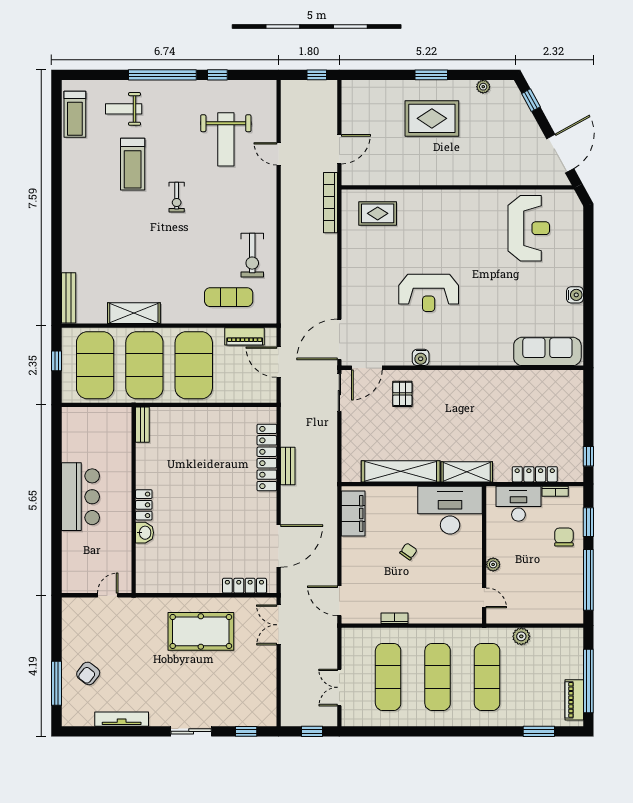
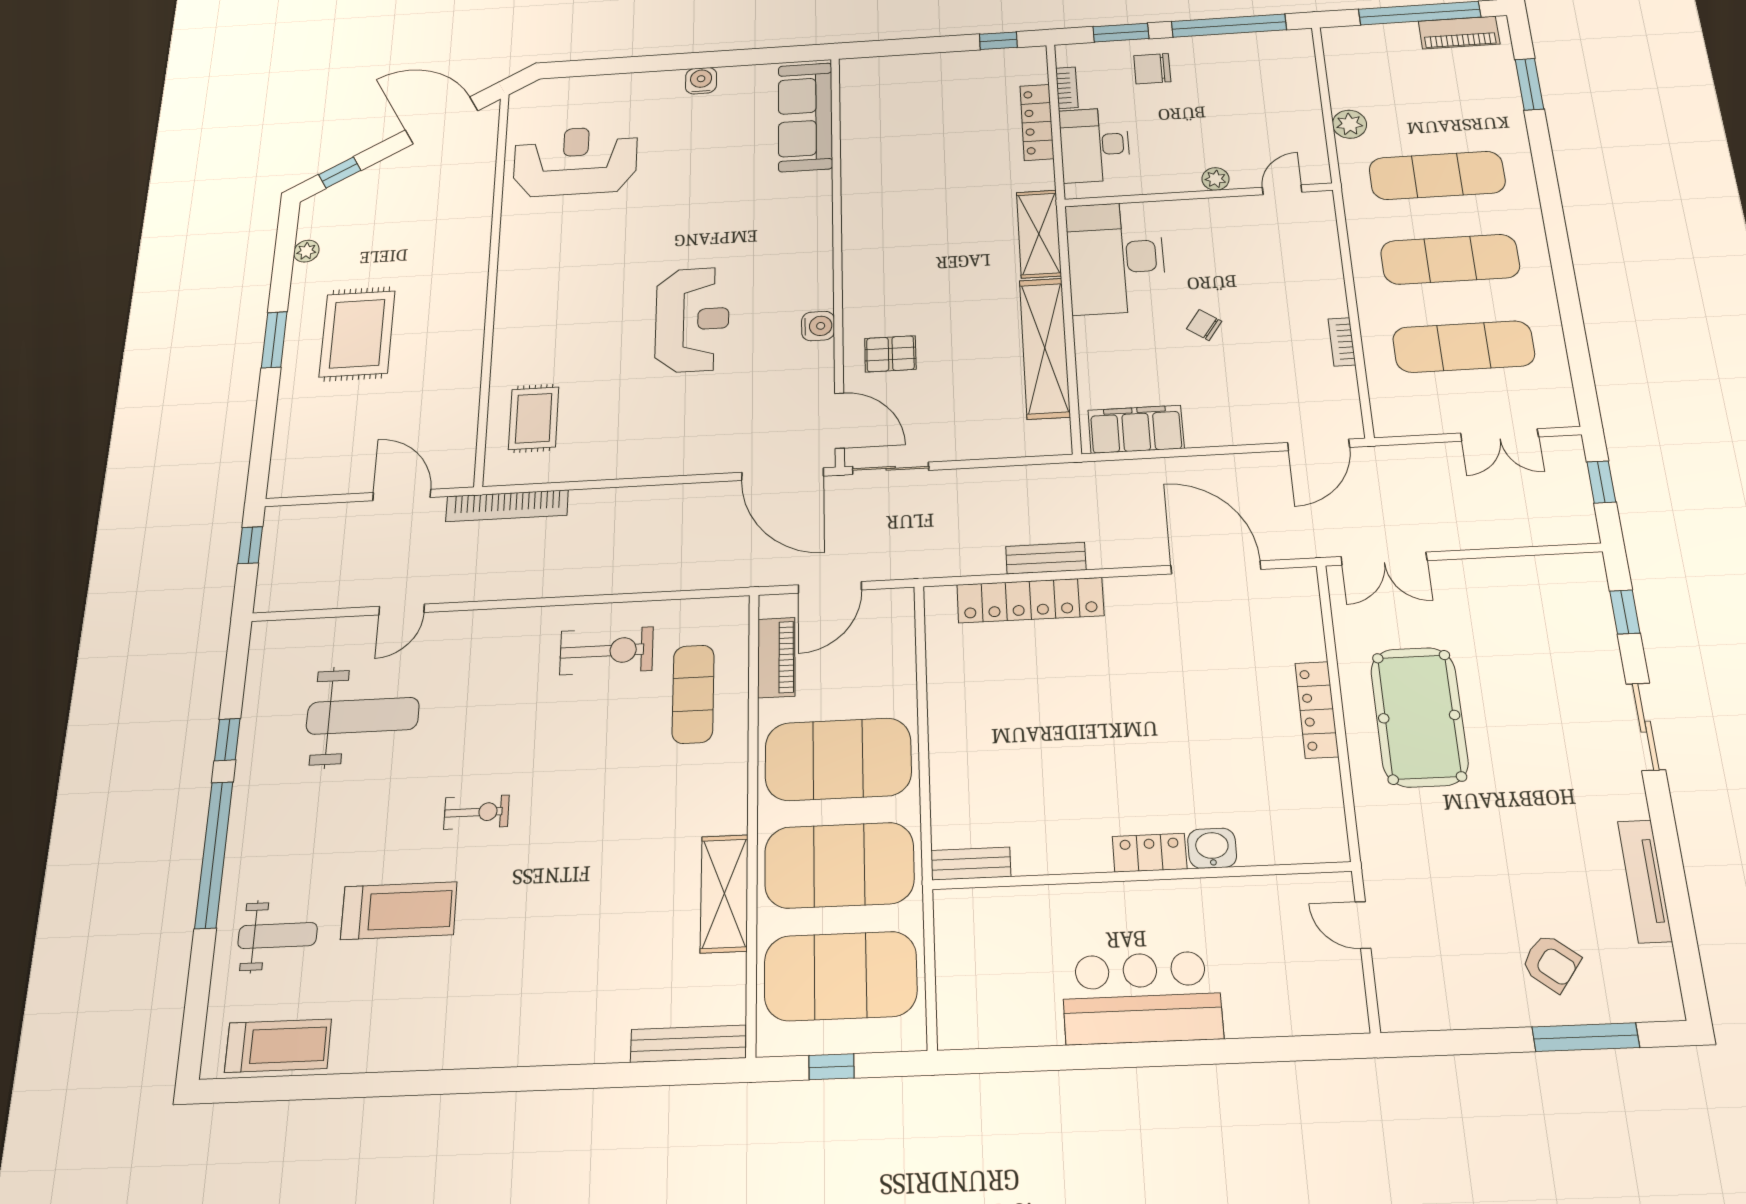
weight bench: (124, 109) -> (278, 936), turned -90
locker: (244, 586) -> (1317, 710), moved

